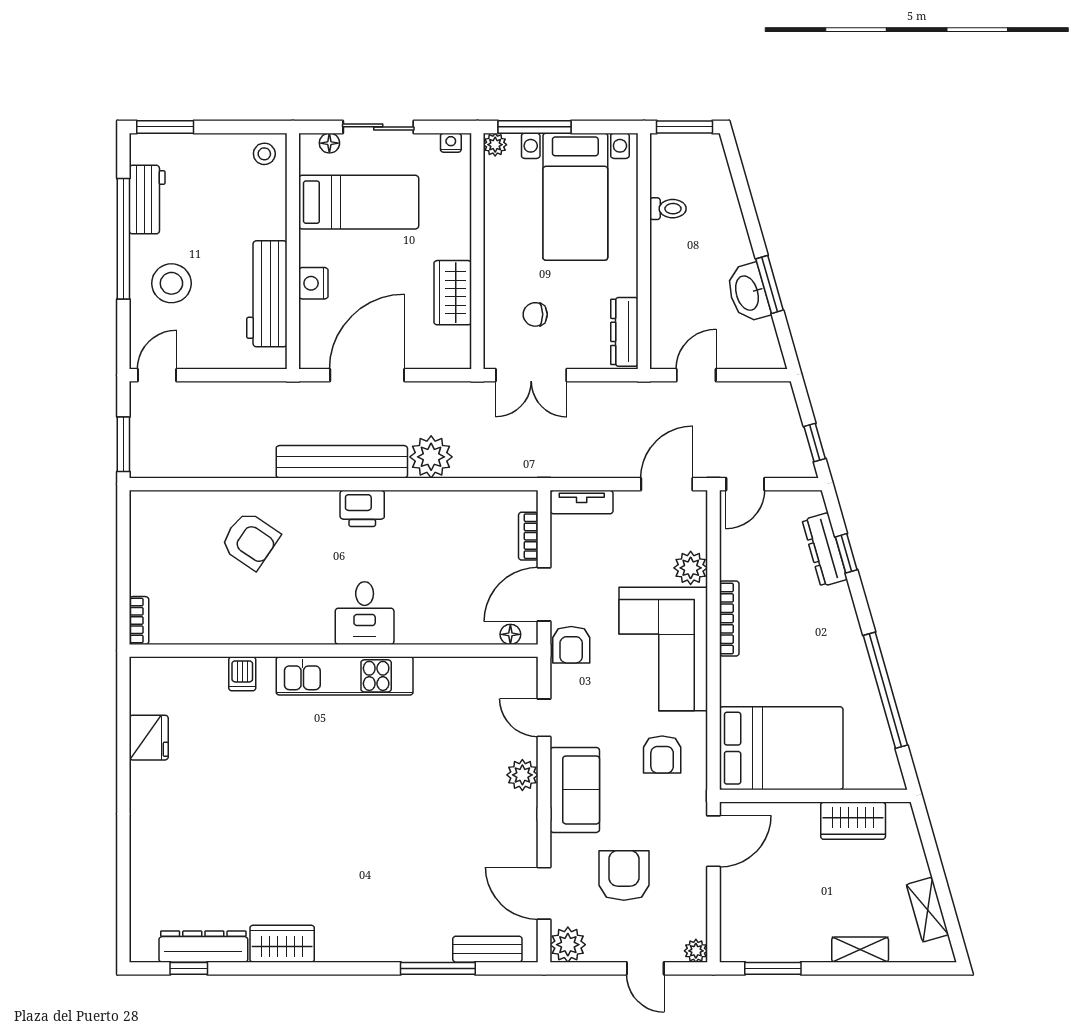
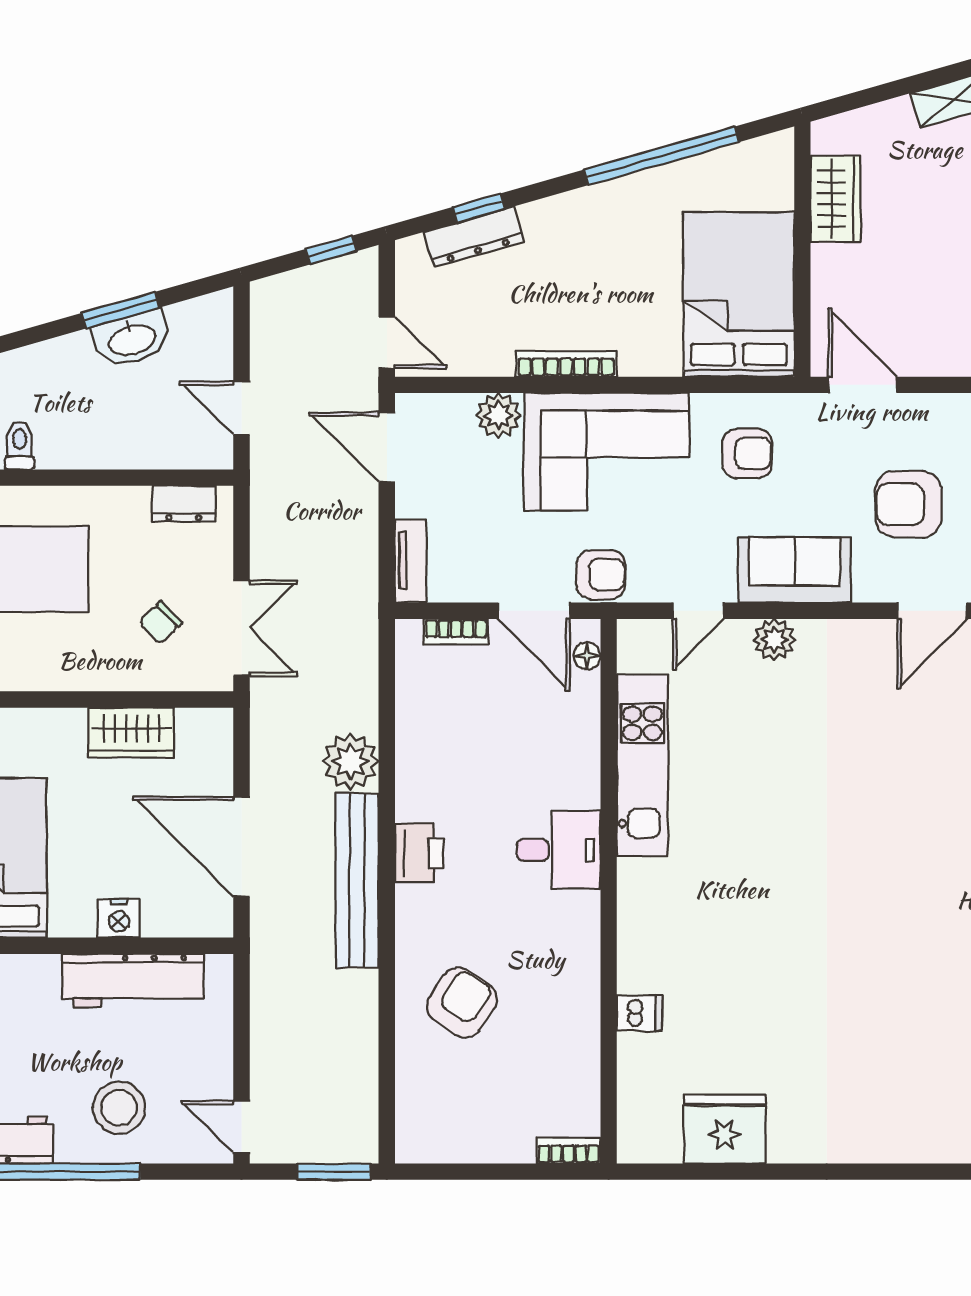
chair: (535, 314) -> (161, 623), turned 46
dresser: (624, 332) -> (184, 504), width x0.70
kitchen unit: (345, 676) -> (642, 765), moved
fridge: (149, 738) -> (725, 1129), width x1.36, depth x1.34

